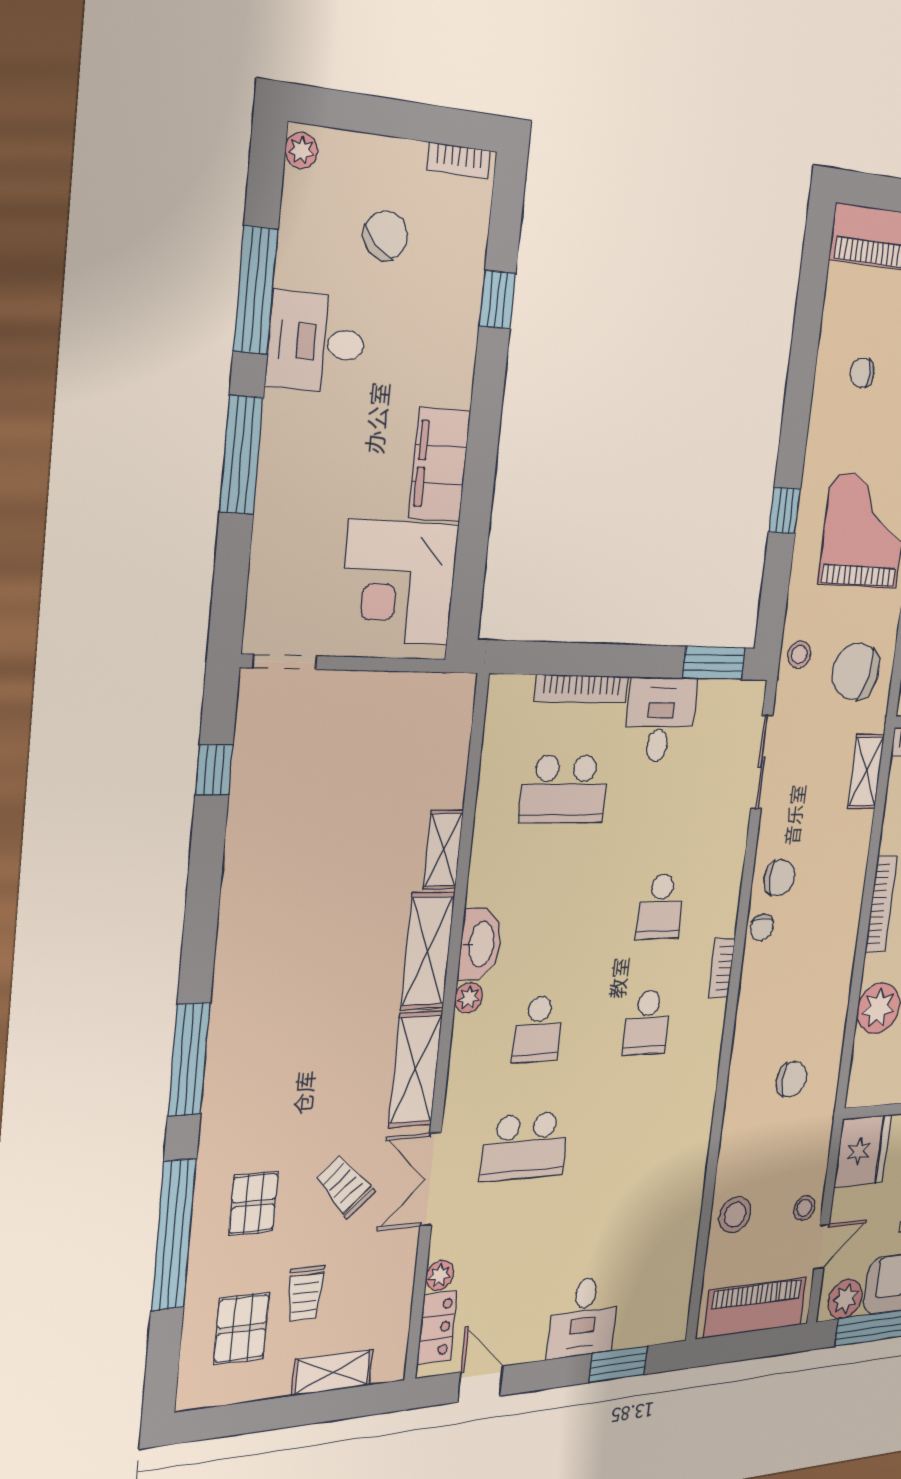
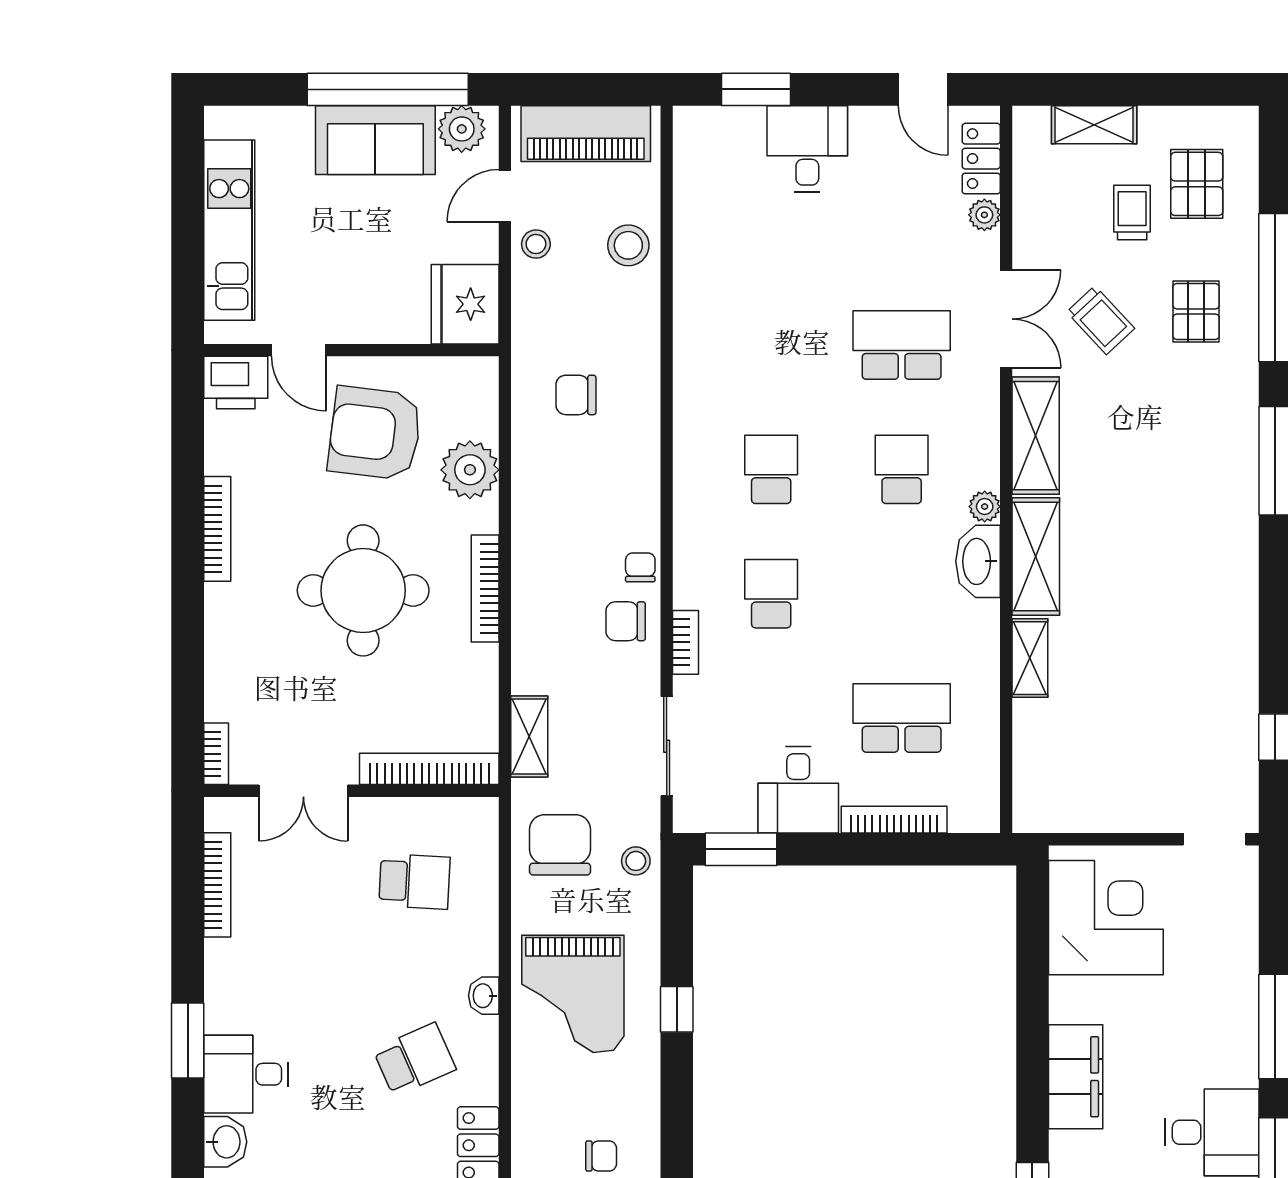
filing cabinet: (440, 465) -> (1076, 1077), moved
chair: (856, 671) -> (560, 845), turned -104
bookcase: (721, 968) -> (686, 642), moved

